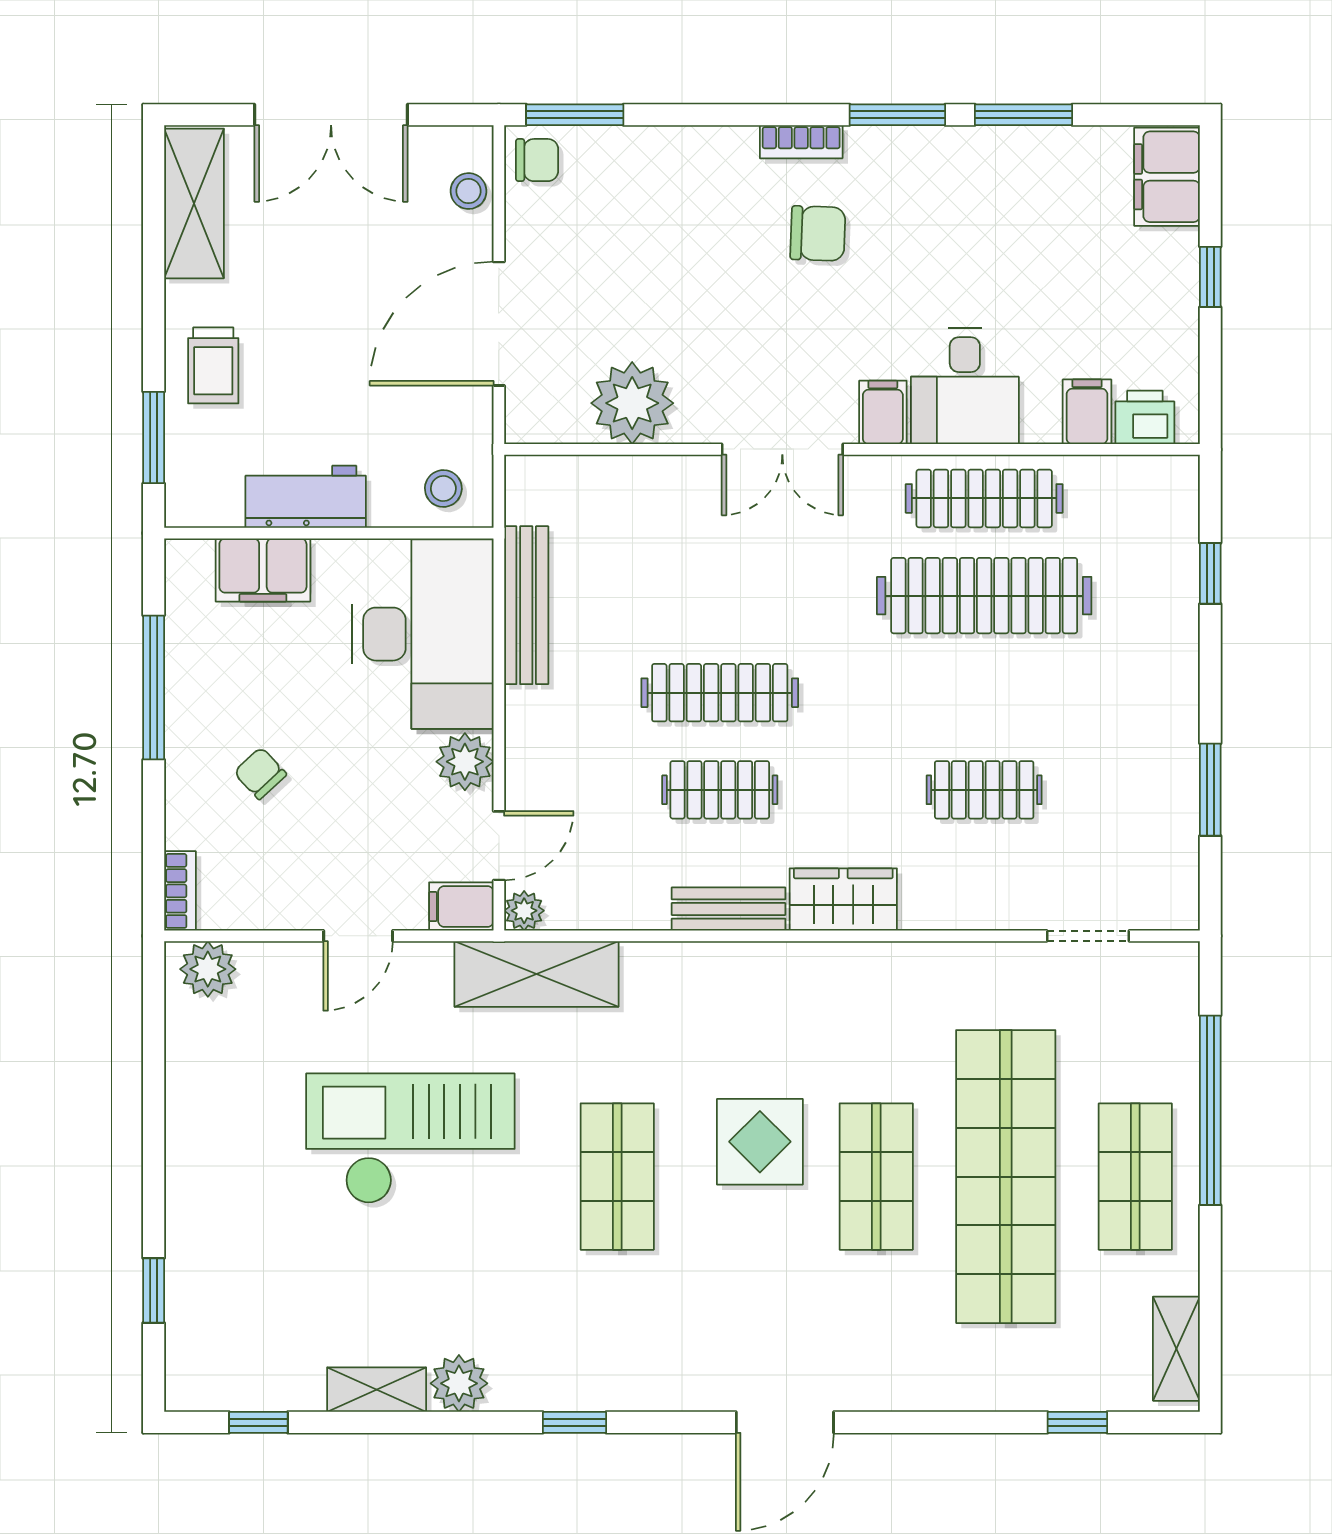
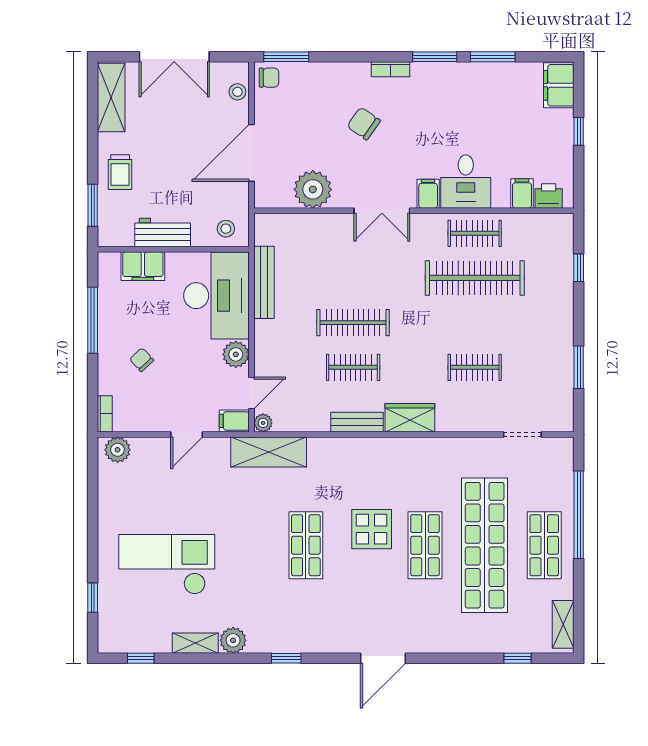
chair: (818, 233) -> (364, 123), moved, turned -147
clothes rail: (984, 498) -> (475, 233), width x0.73
checkout: (410, 1139) -> (167, 564), moved

